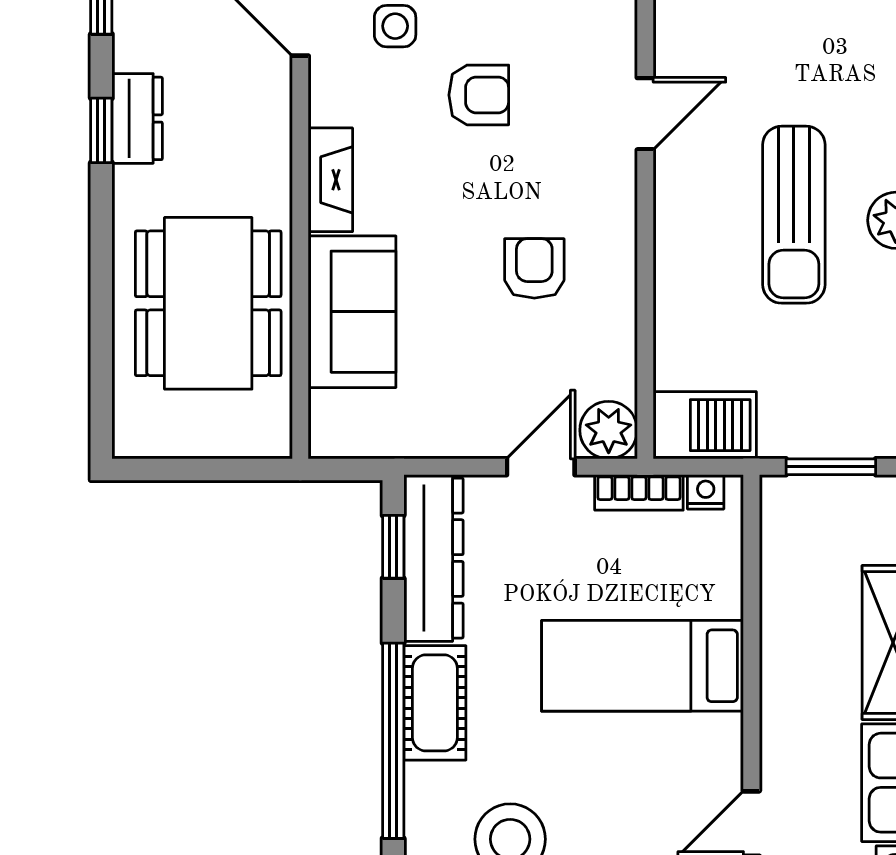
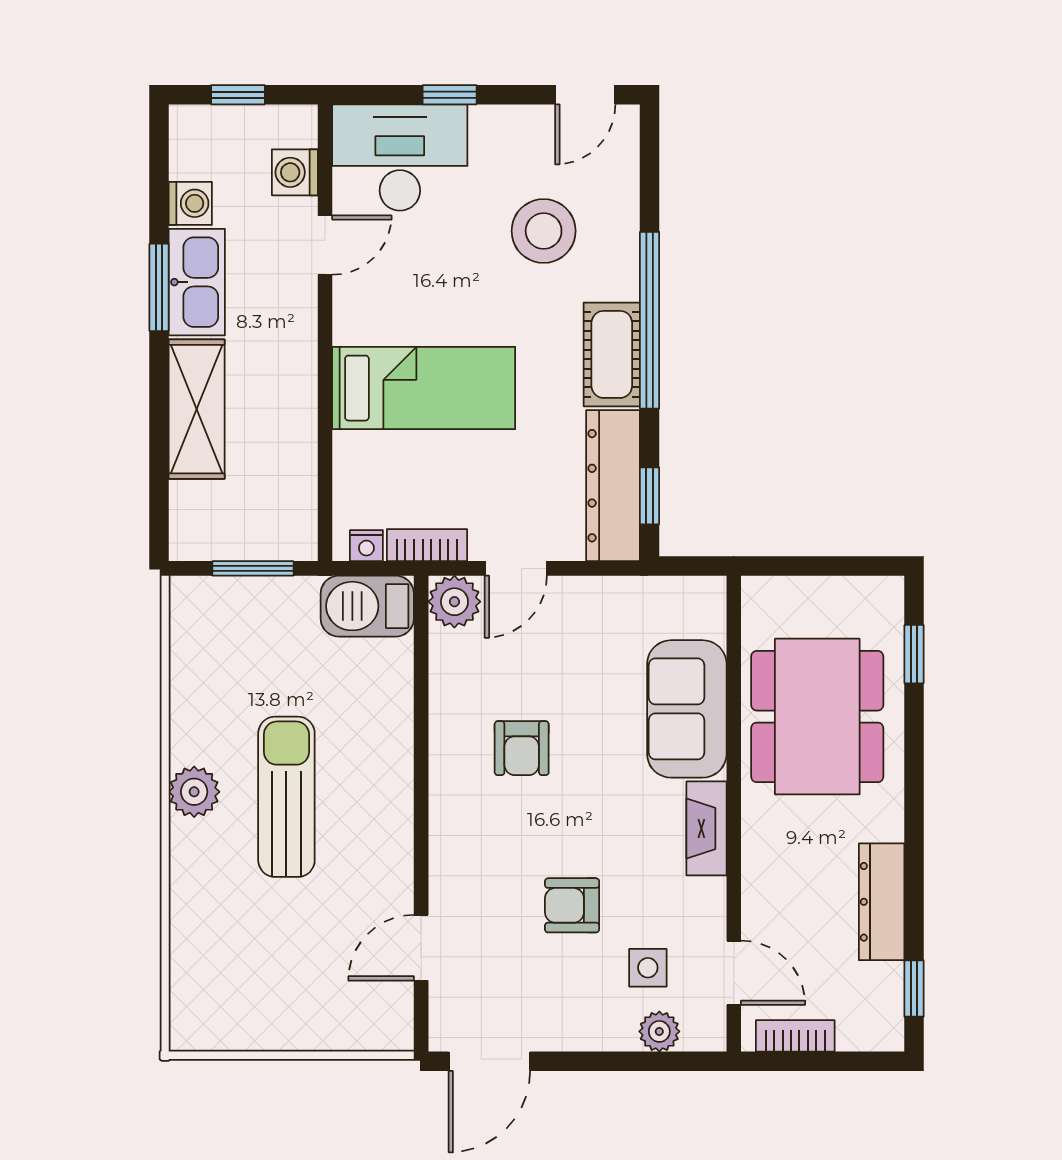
door: (645, 114) -> (421, 948), moved
dresser: (137, 118) -> (882, 902), width x1.44
window: (101, 130) -> (914, 654), moved

